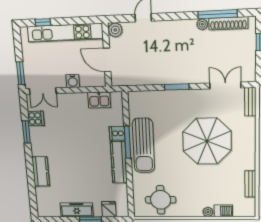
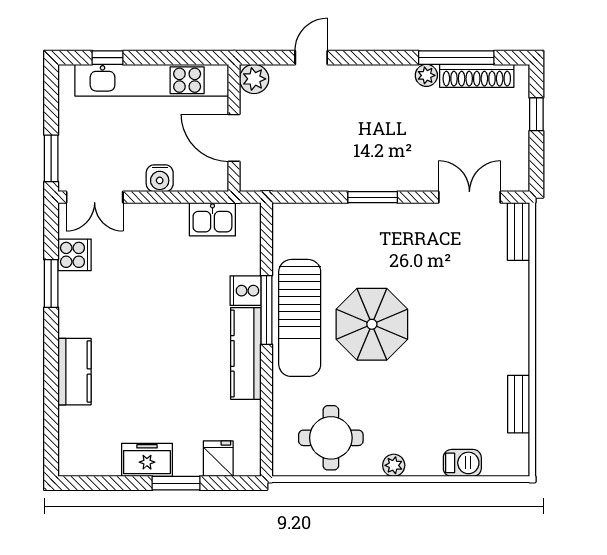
parasol: (207, 141) -> (372, 324), moved, width x0.73, depth x0.73
freezer: (77, 210) -> (147, 460), width x0.71
plant: (208, 212) -> (394, 465), moved

